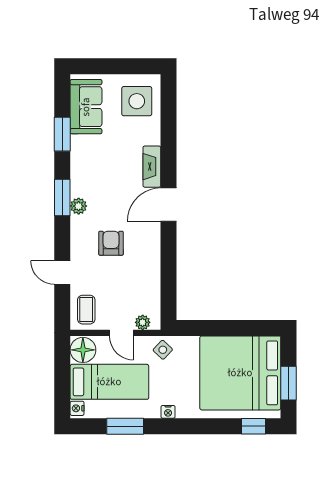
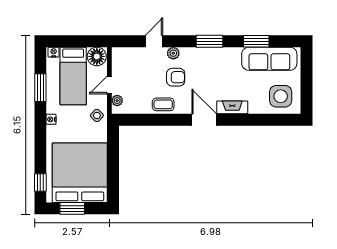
sofa: (86, 107) -> (269, 59), width x1.36
plant: (79, 206) -> (173, 53), moved
coffee table: (86, 310) -> (163, 104), moved

